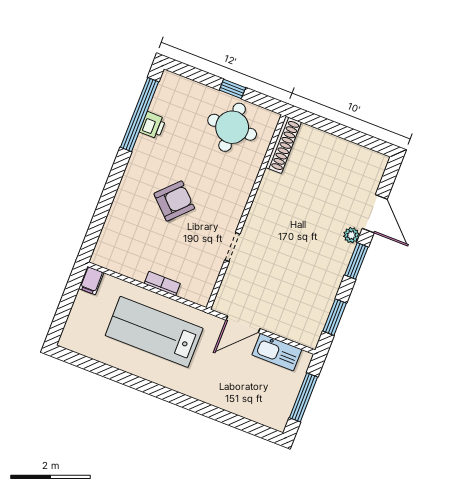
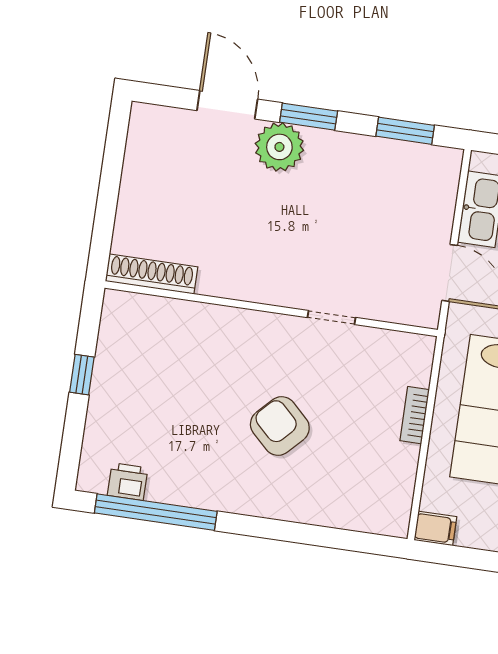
printer: (153, 125) -> (128, 482), moved
round table: (232, 127) -> (142, 361), removed
door: (375, 214) -> (227, 105), hinge flipped
plant: (351, 235) -> (279, 147), width x1.87, depth x1.87

